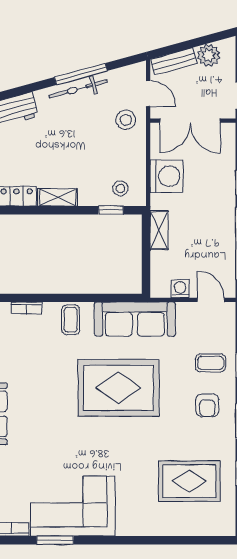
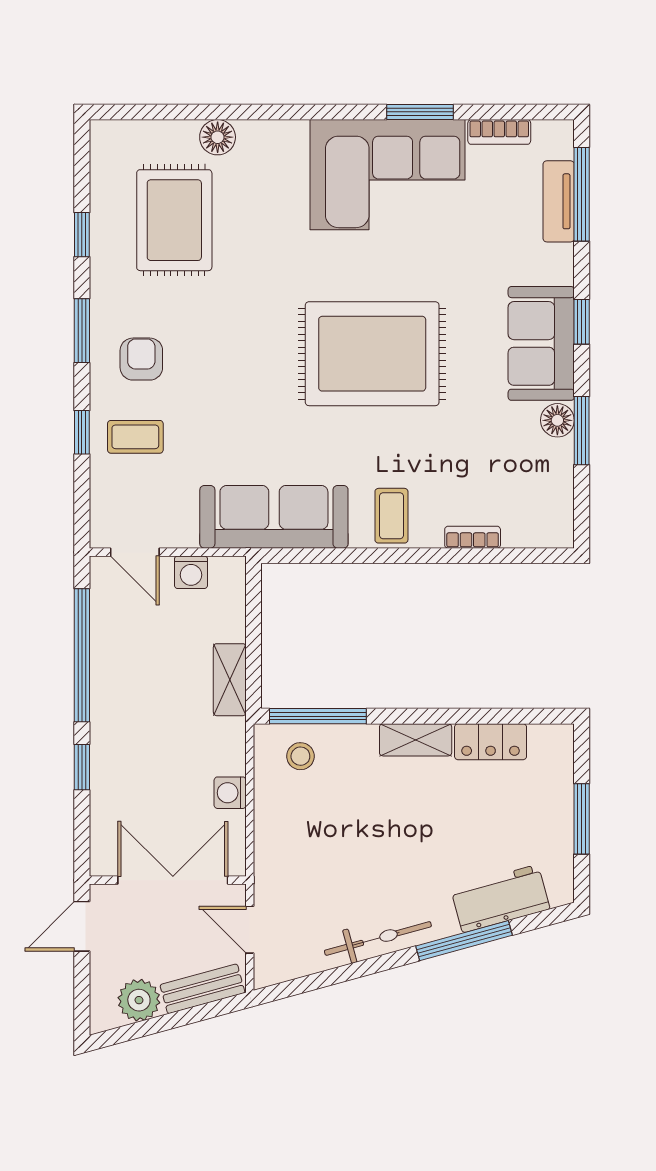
window: (81, 74) -> (464, 941), moved
stool: (126, 120) -> (291, 882), removed
washing machine: (167, 176) -> (230, 793), width x0.53, depth x0.53
window: (111, 210) -> (318, 716), width x2.17
rug: (118, 388) -> (372, 354), moved
rug: (189, 481) -> (174, 220), turned 90
floor lamp: (166, 526) -> (218, 137), added

